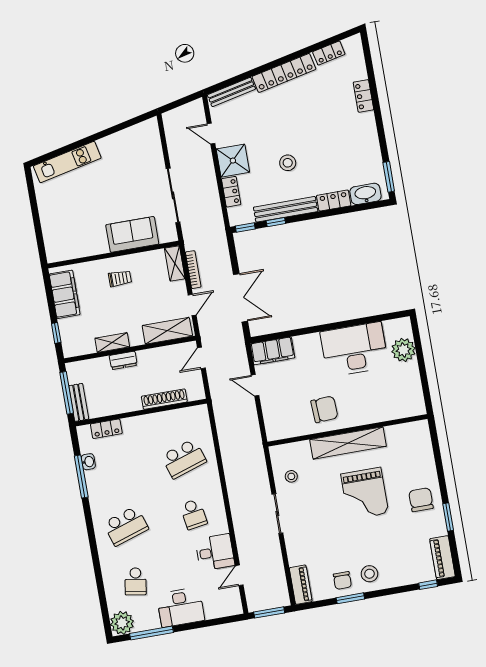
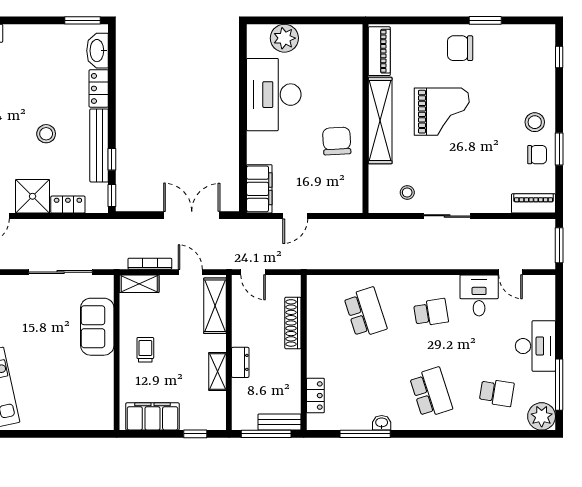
washbasin: (88, 462) -> (382, 423), moved
piano: (442, 558) -> (379, 51), moved, turned -90

